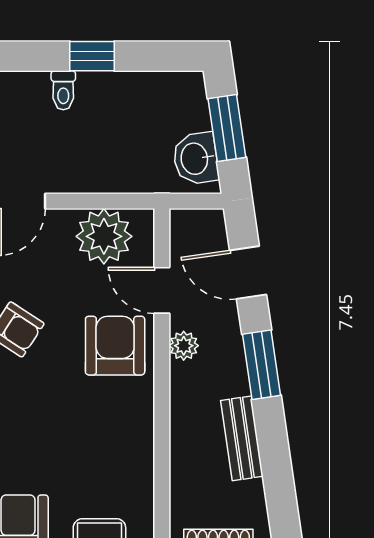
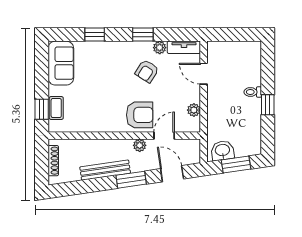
plant: (104, 236) -> (194, 110), width x0.53, depth x0.53
door: (248, 272) -> (172, 174), hinge flipped
bench: (242, 438) -> (105, 170), width x1.36

